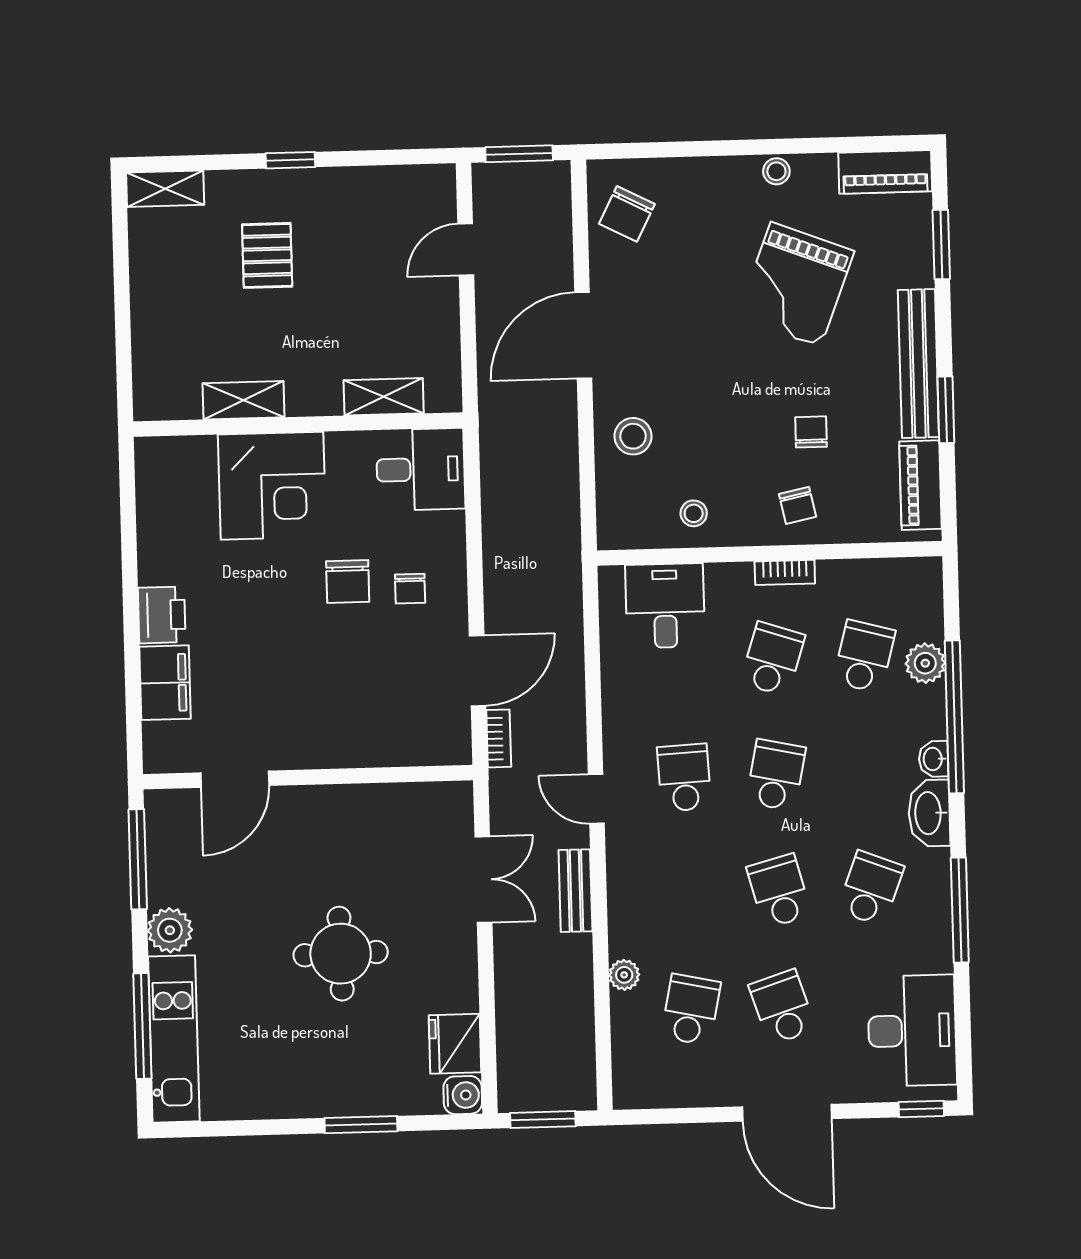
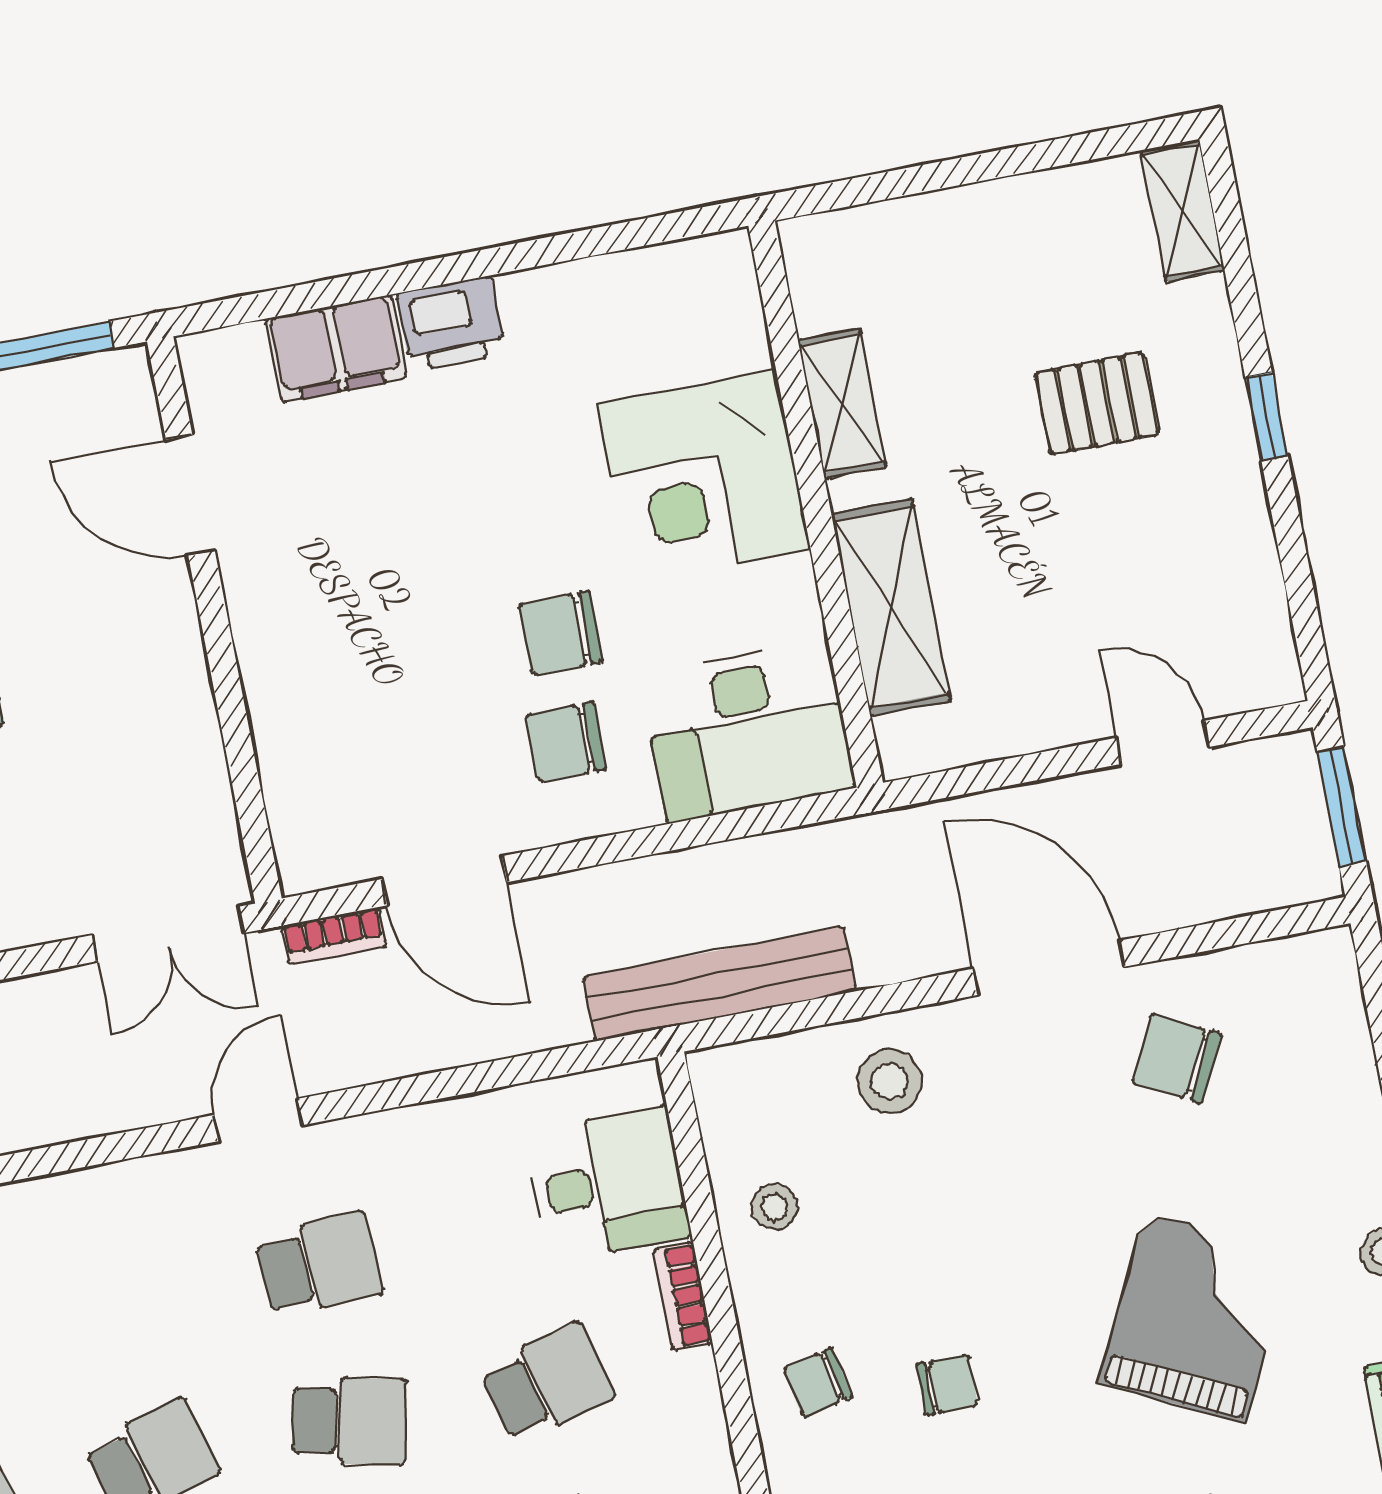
chair: (627, 214) -> (1176, 1059), moved
grand piano: (796, 284) -> (1195, 1317), turned 95
shelving: (384, 397) -> (891, 607), width x1.50, depth x1.33
desk: (421, 469) -> (748, 732), width x1.37
bookcase: (785, 572) -> (683, 1296), moved
chair: (410, 589) -> (566, 742), width x1.37, depth x1.37
school desk: (773, 659) -> (547, 1383), turned -33
double door: (483, 879) -> (168, 934), moved
bench: (575, 891) -> (719, 984), moved, width x1.86, depth x1.21

